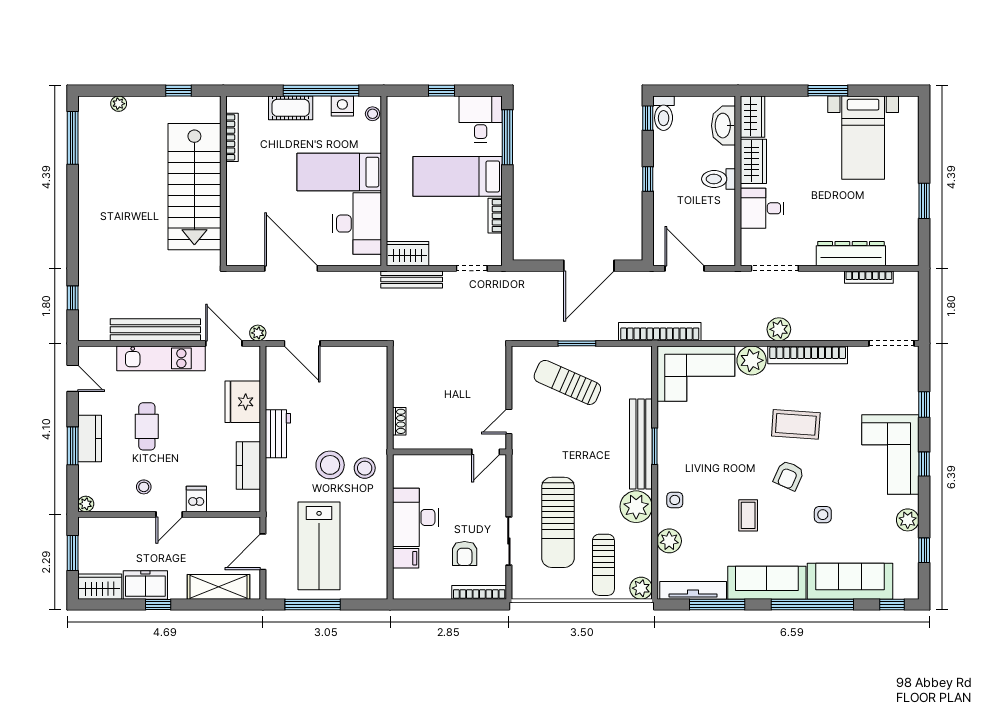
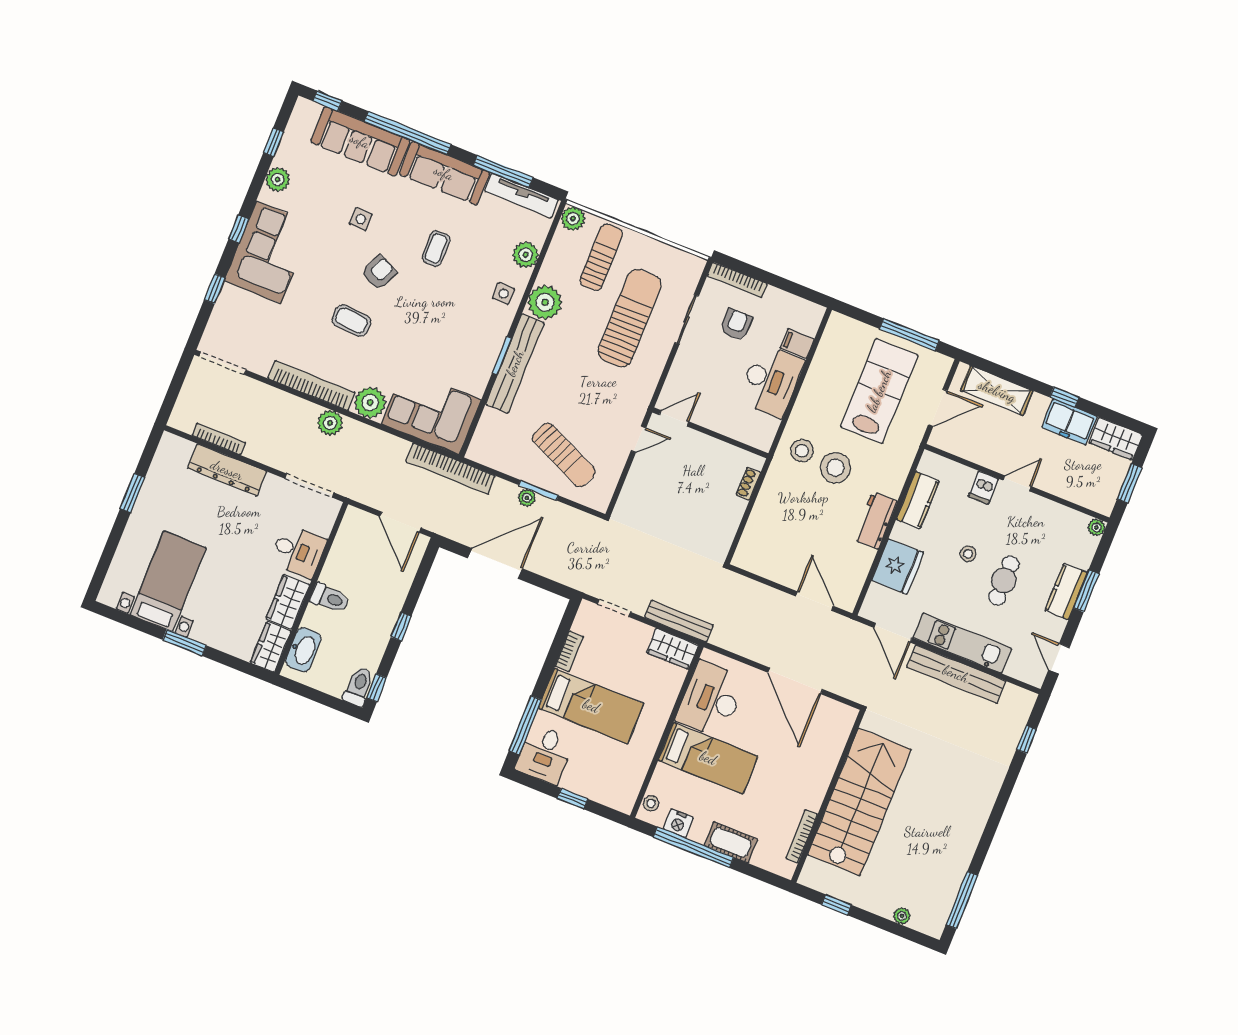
plant: (258, 333) -> (527, 498), moved
coffee table: (796, 424) -> (351, 321), width x0.73, depth x0.77
stool: (144, 487) -> (968, 554), moved

